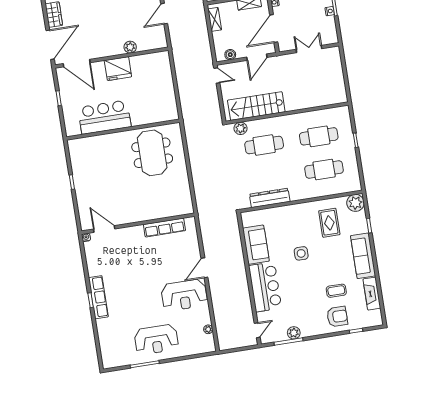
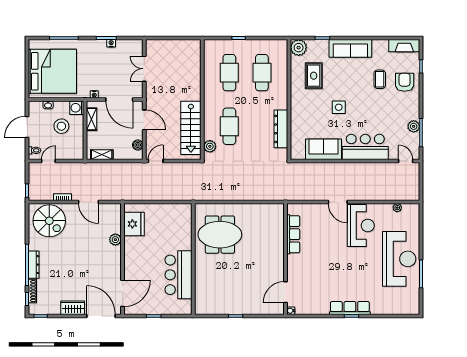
fridge: (118, 69) -> (134, 224), moved
rug: (329, 223) -> (314, 76), turned 90
fireplace: (372, 294) -> (404, 46), moved
reception desk: (156, 340) -> (399, 259), width x1.36, depth x1.30

